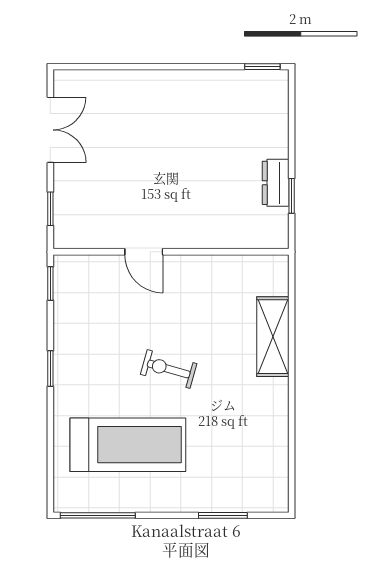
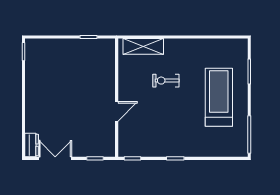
dresser: (276, 183) -> (32, 145), moved, turned -90
shelving: (273, 337) -> (143, 46), moved
exercise bike: (169, 369) -> (166, 81), moved, turned 74
treadmill: (128, 445) -> (219, 97), moved

